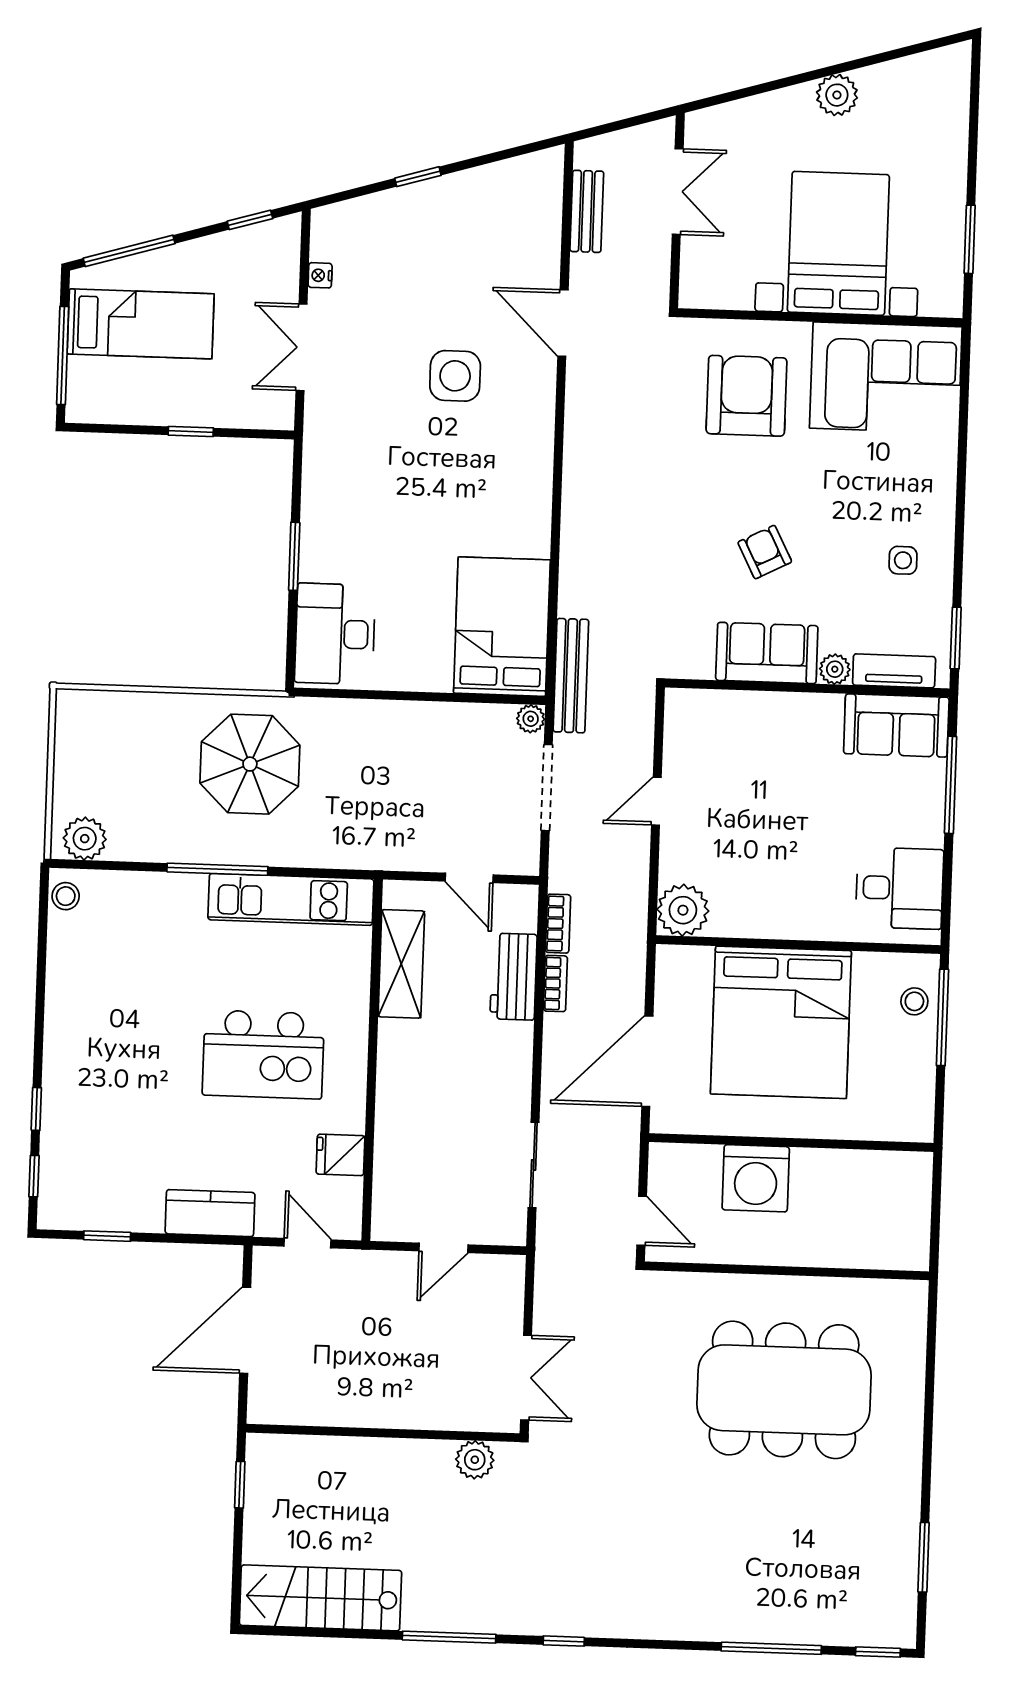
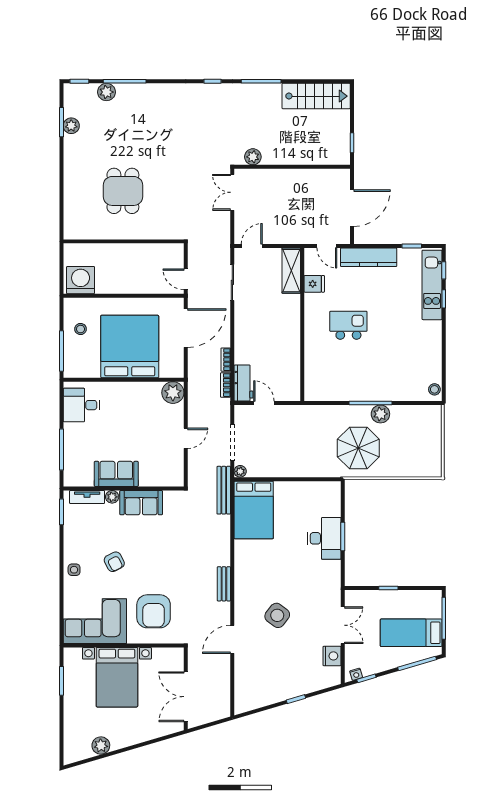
plant: (837, 95) -> (101, 745), moved
double door: (678, 192) -> (186, 697), width x1.37
bench: (587, 211) -> (224, 584), moved
nightstand: (274, 230) -> (356, 674), added
nightstand: (320, 275) -> (332, 656), width x1.89, depth x1.79
door: (563, 323) -> (232, 639), swing flipped
side table: (455, 376) -> (277, 615), turned 37
armchair: (765, 552) -> (114, 562), moved
side table: (903, 560) -> (74, 570), moved
desk: (335, 634) -> (324, 538), moved
sofa: (896, 725) -> (116, 474), moved
plant: (85, 839) -> (380, 414), moved
kitchen unit: (291, 899) -> (432, 285), moved, turned -90
shelving: (401, 964) -> (291, 271), moved
workbench: (514, 977) -> (244, 383), moved
stool: (914, 1001) -> (81, 329), moved
kitchen island: (263, 1054) -> (348, 325), width x0.73, depth x0.78
washing machine: (756, 1178) -> (81, 280), moved
kitchen counter: (210, 1213) -> (369, 257), width x1.50
door: (642, 1221) -> (186, 279), moved
door: (443, 1248) -> (252, 246), moved
dining table: (784, 1390) -> (123, 191), width x0.53, depth x0.80
plant: (901, 1548) -> (71, 126), added
plant: (815, 1625) -> (106, 92), added

